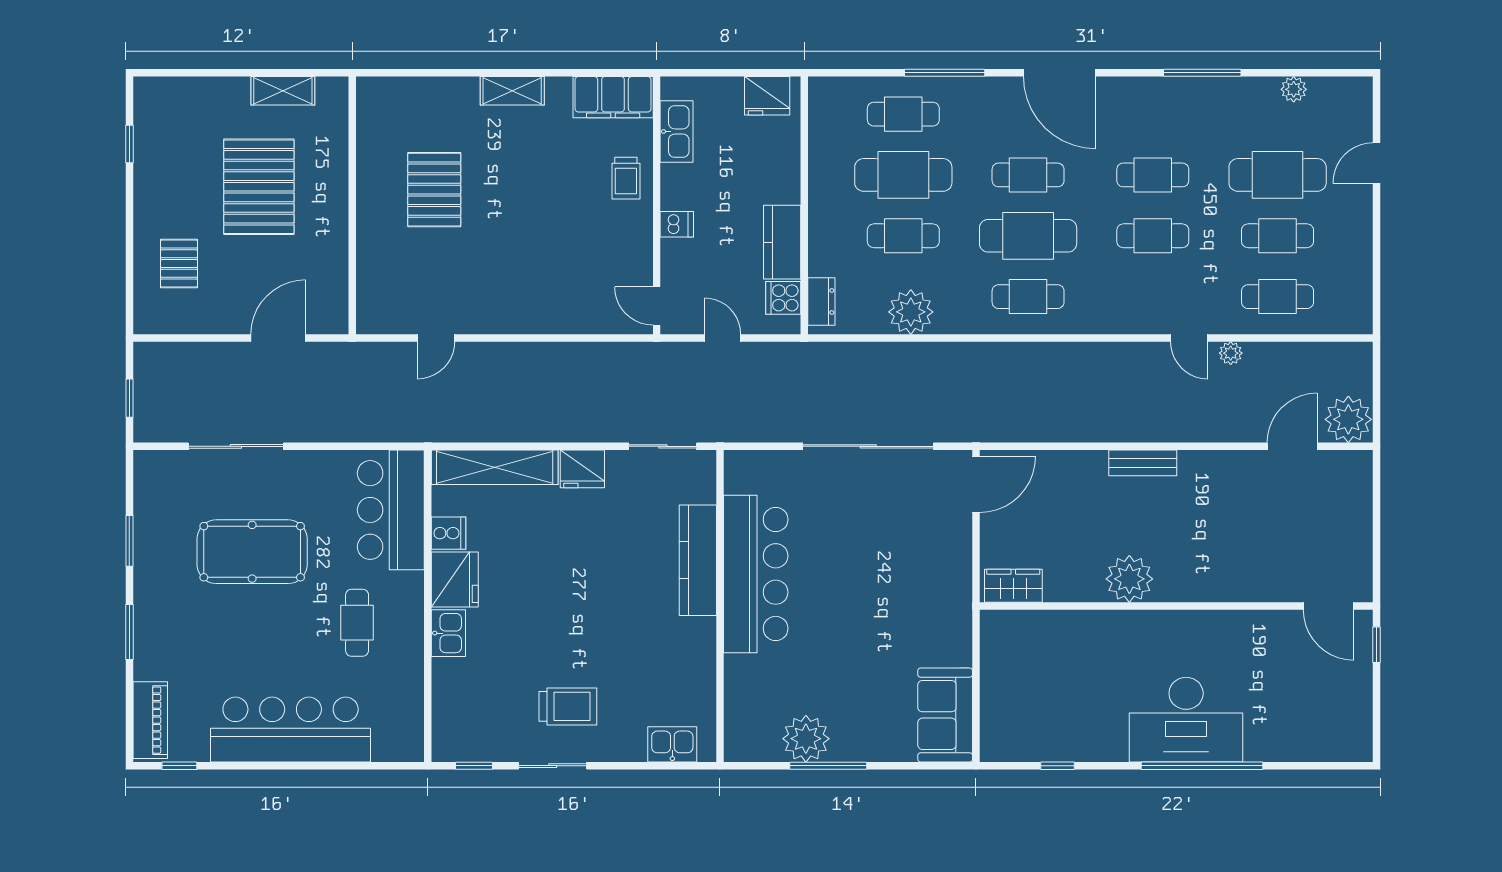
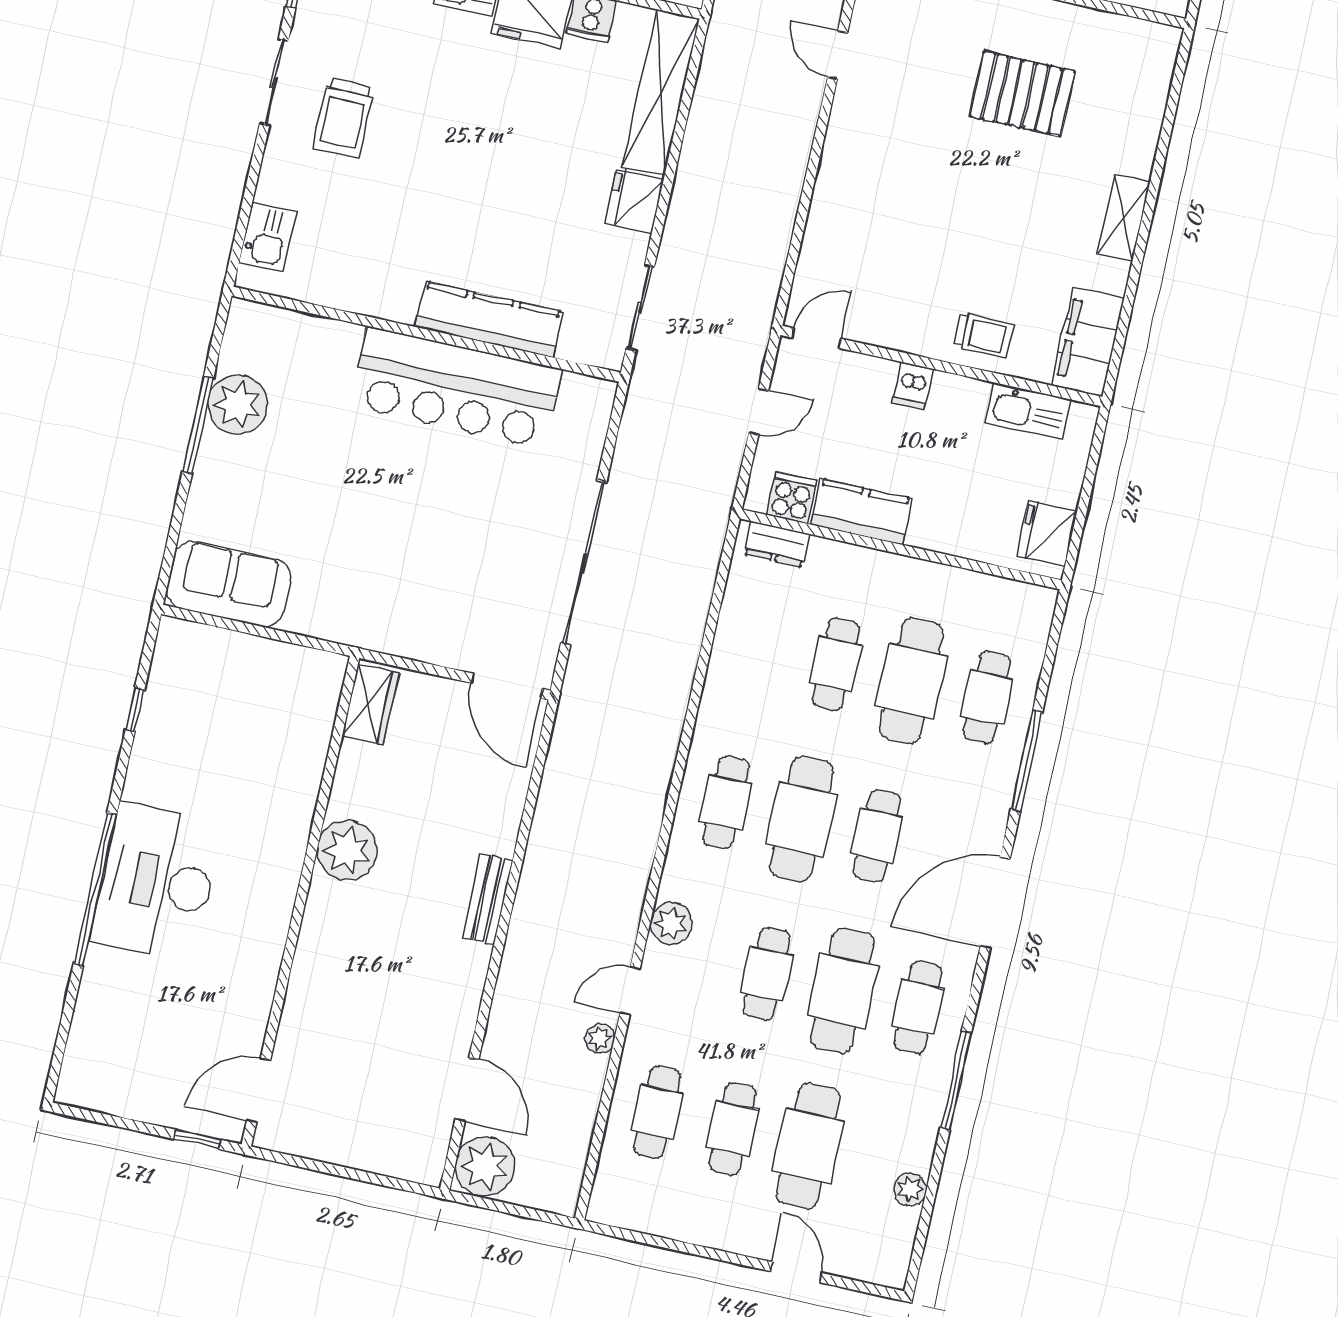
cafe table: (1153, 114) -> (918, 1007), added
cafe table: (1153, 175) -> (843, 991), width x1.37, depth x1.35
trolley: (626, 178) -> (984, 335), turned 180
plant: (911, 312) -> (671, 923), moved, width x0.73, depth x0.73

